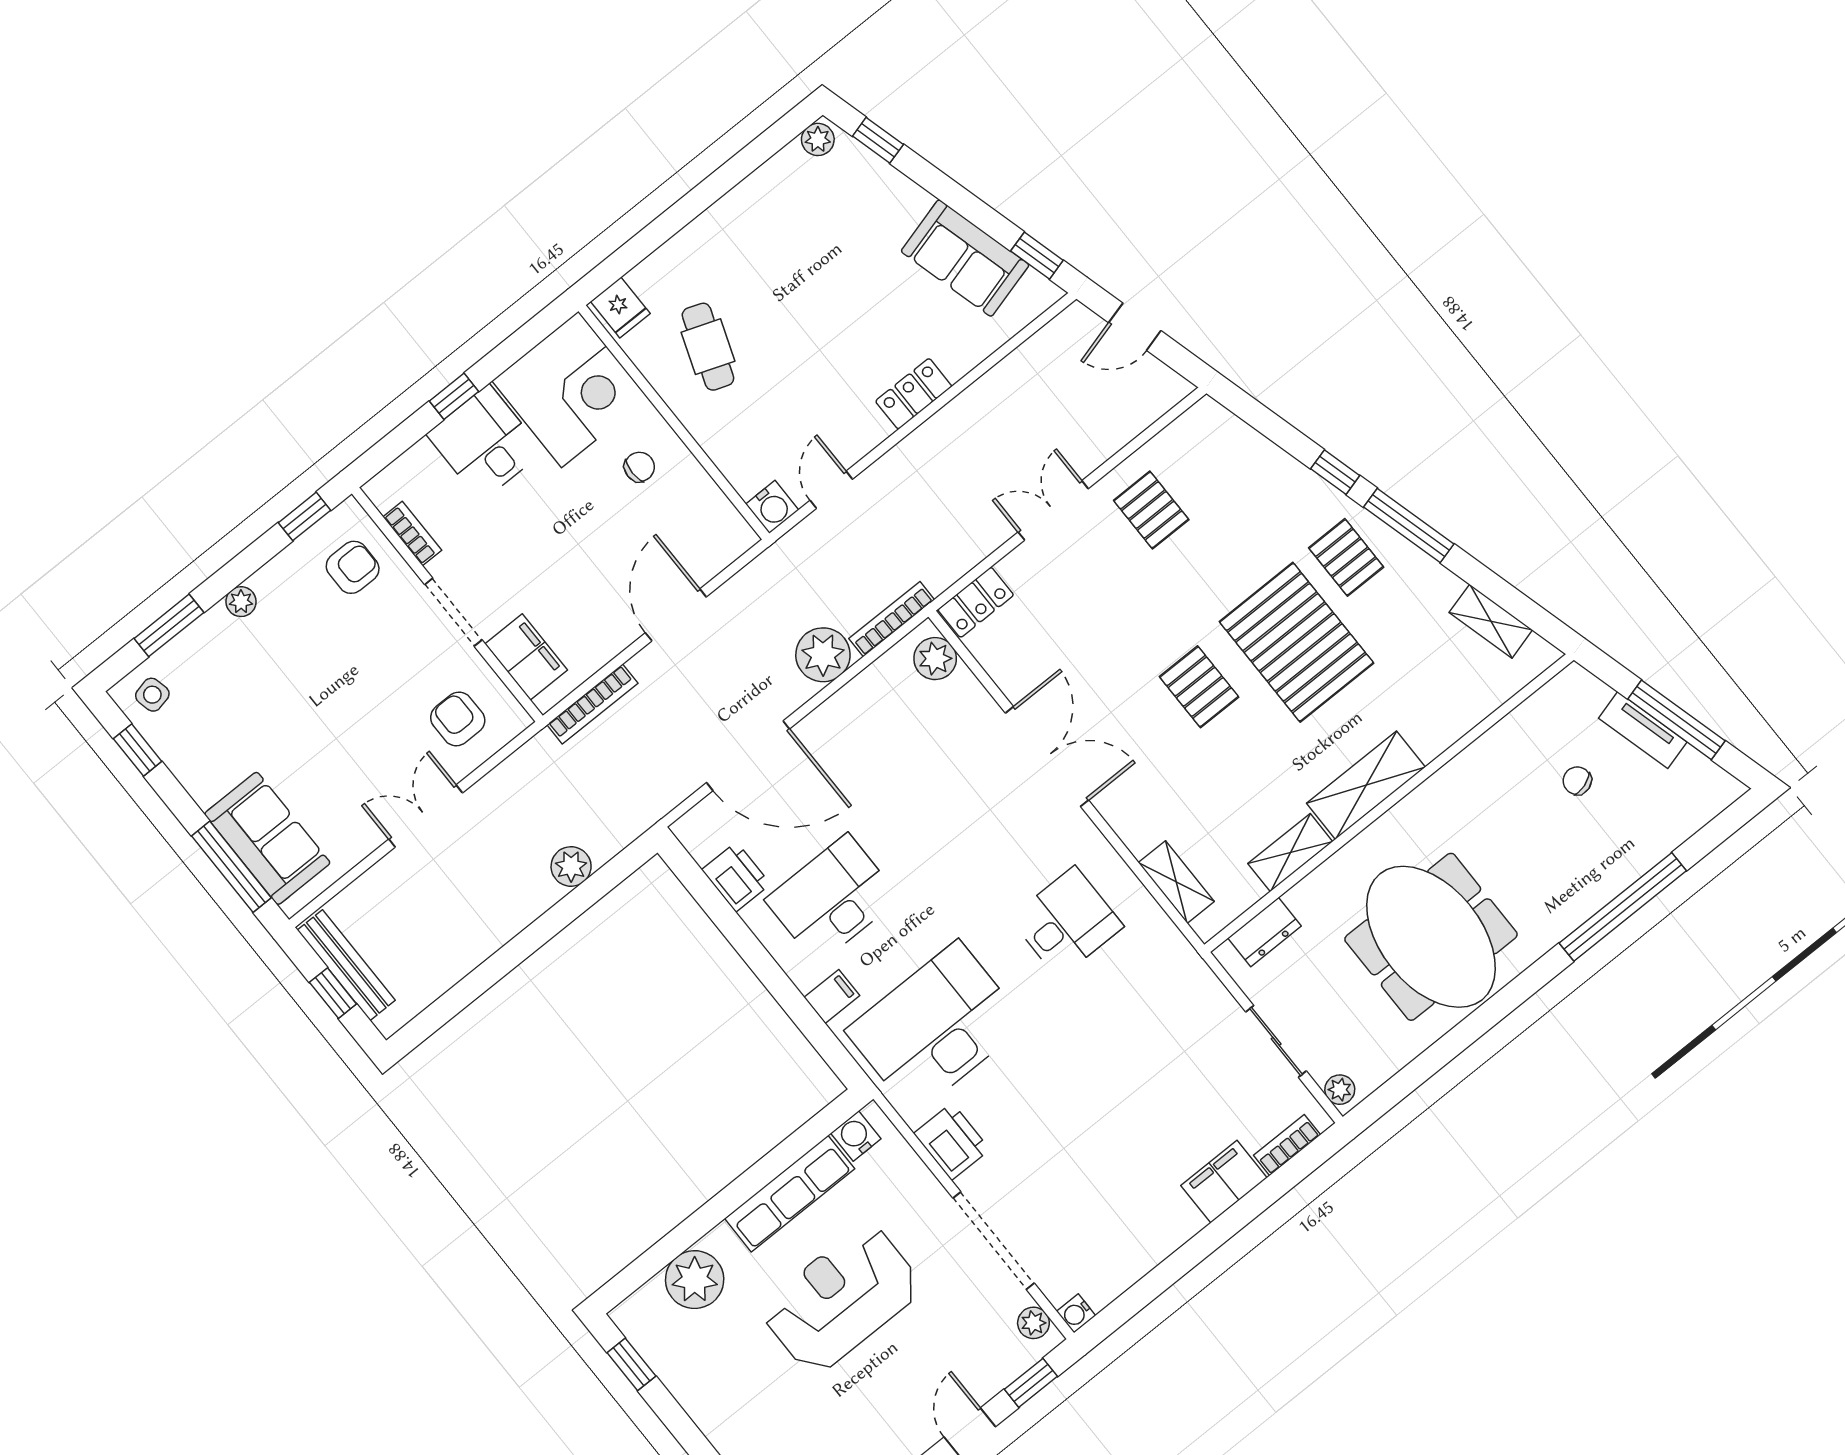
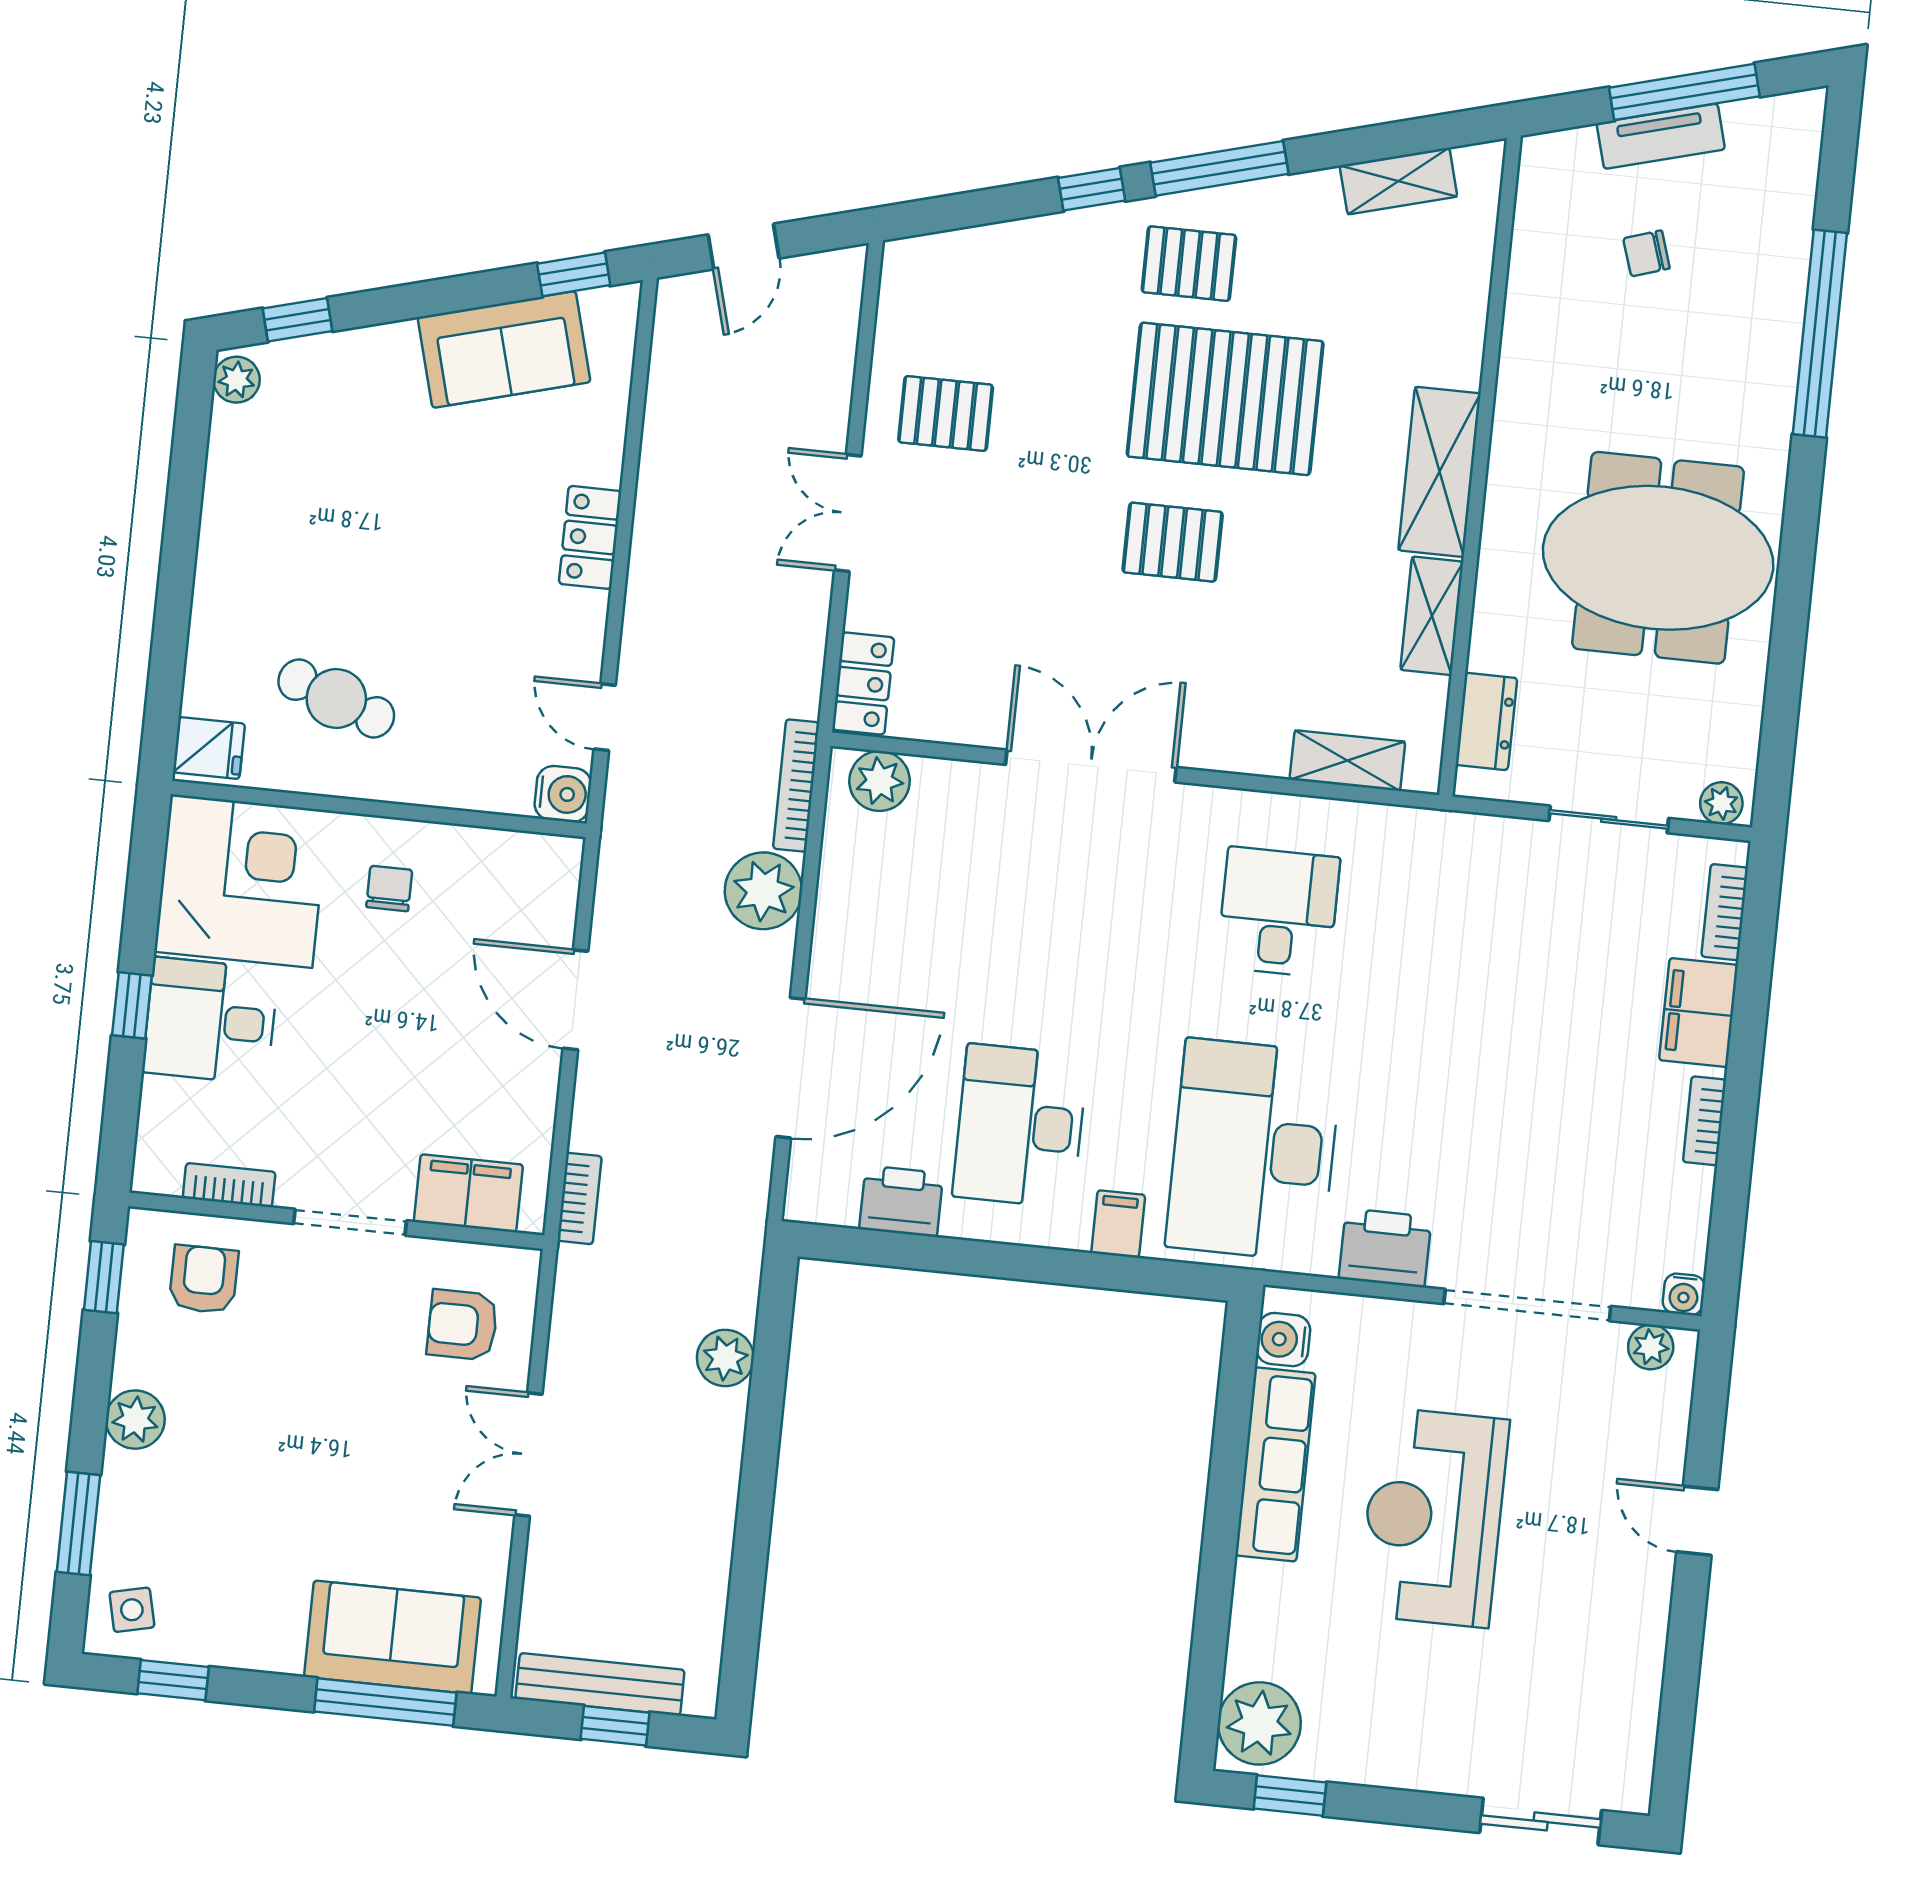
plant: (241, 602) -> (135, 1420), width x1.38, depth x1.38
bookcase: (592, 704) -> (579, 1198), width x0.64
bookcase: (1173, 1238) -> (1705, 1121), added
plant: (695, 1280) -> (1259, 1723), moved
window: (1031, 1383) -> (1709, 1410), removed

